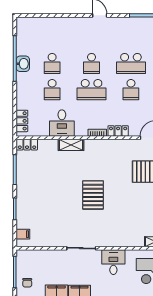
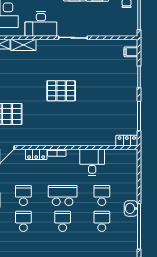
washbasin: (23, 64) -> (131, 208), moved
school desk: (131, 64) -> (23, 221), width x0.54
locker: (22, 121) -> (132, 164), removed
shelving: (71, 145) -> (23, 45), moved
pallet: (93, 195) -> (61, 91), turned 90
desk: (113, 262) -> (41, 24), width x1.37

